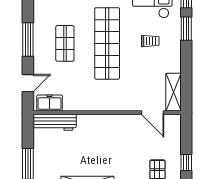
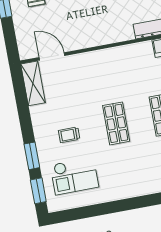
shop shelf: (107, 43) -> (116, 123), width x0.50, depth x0.74

